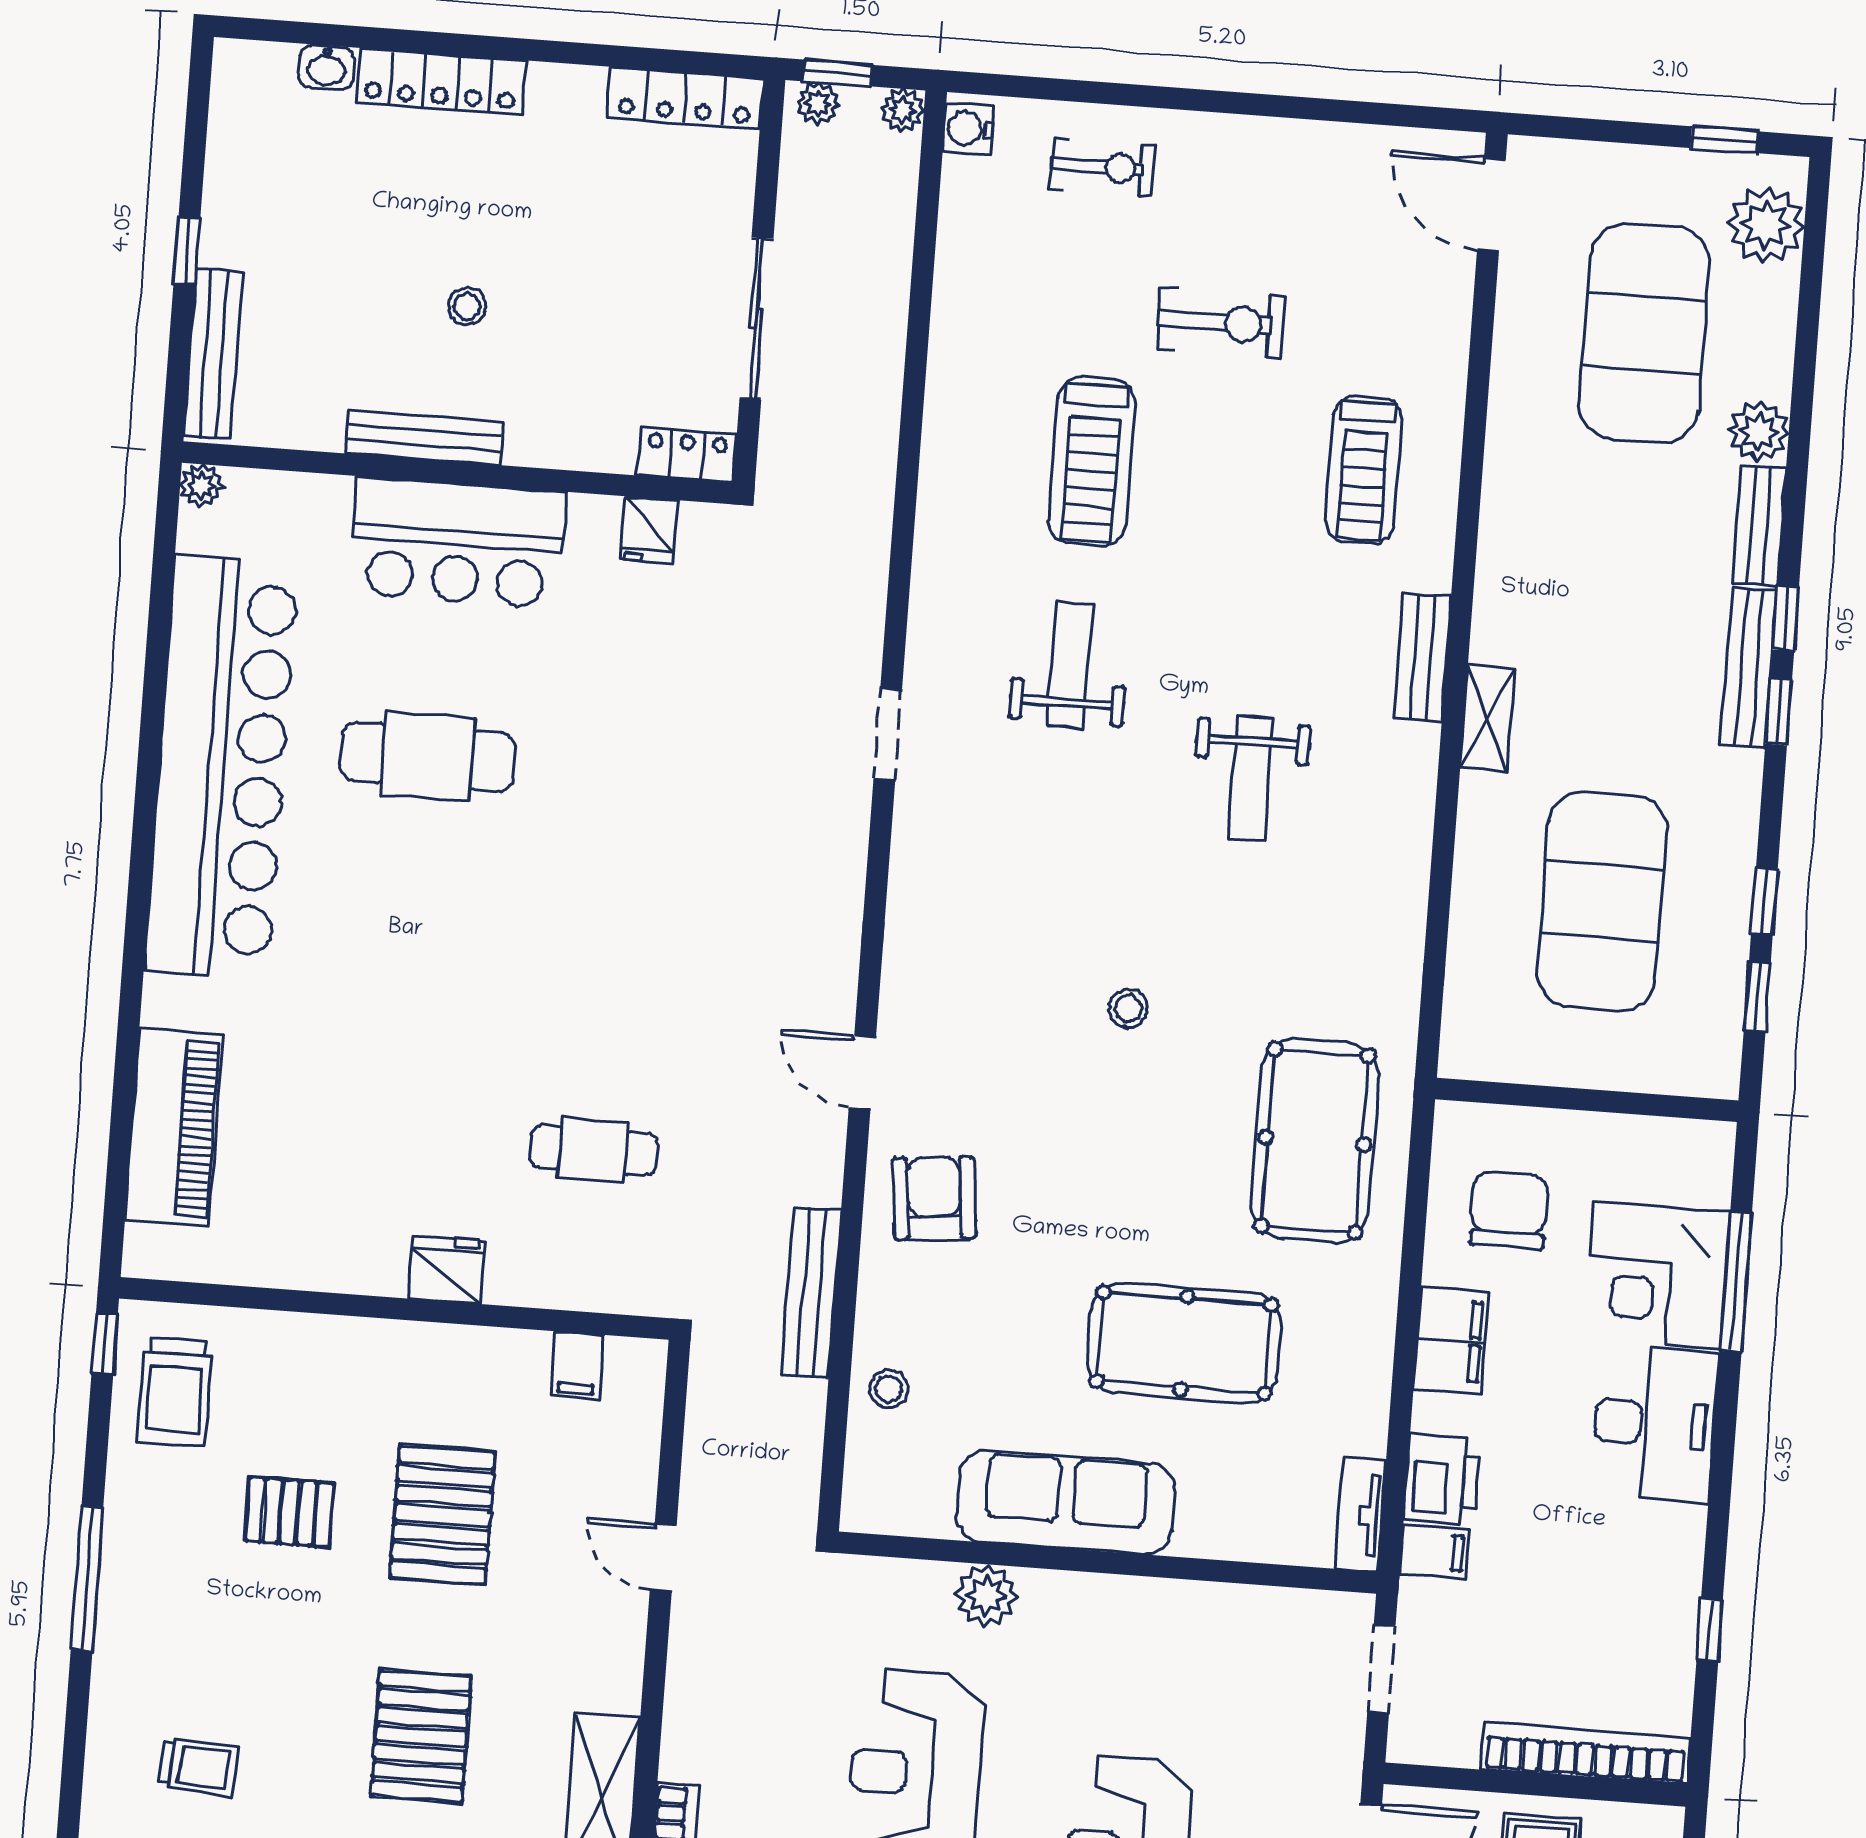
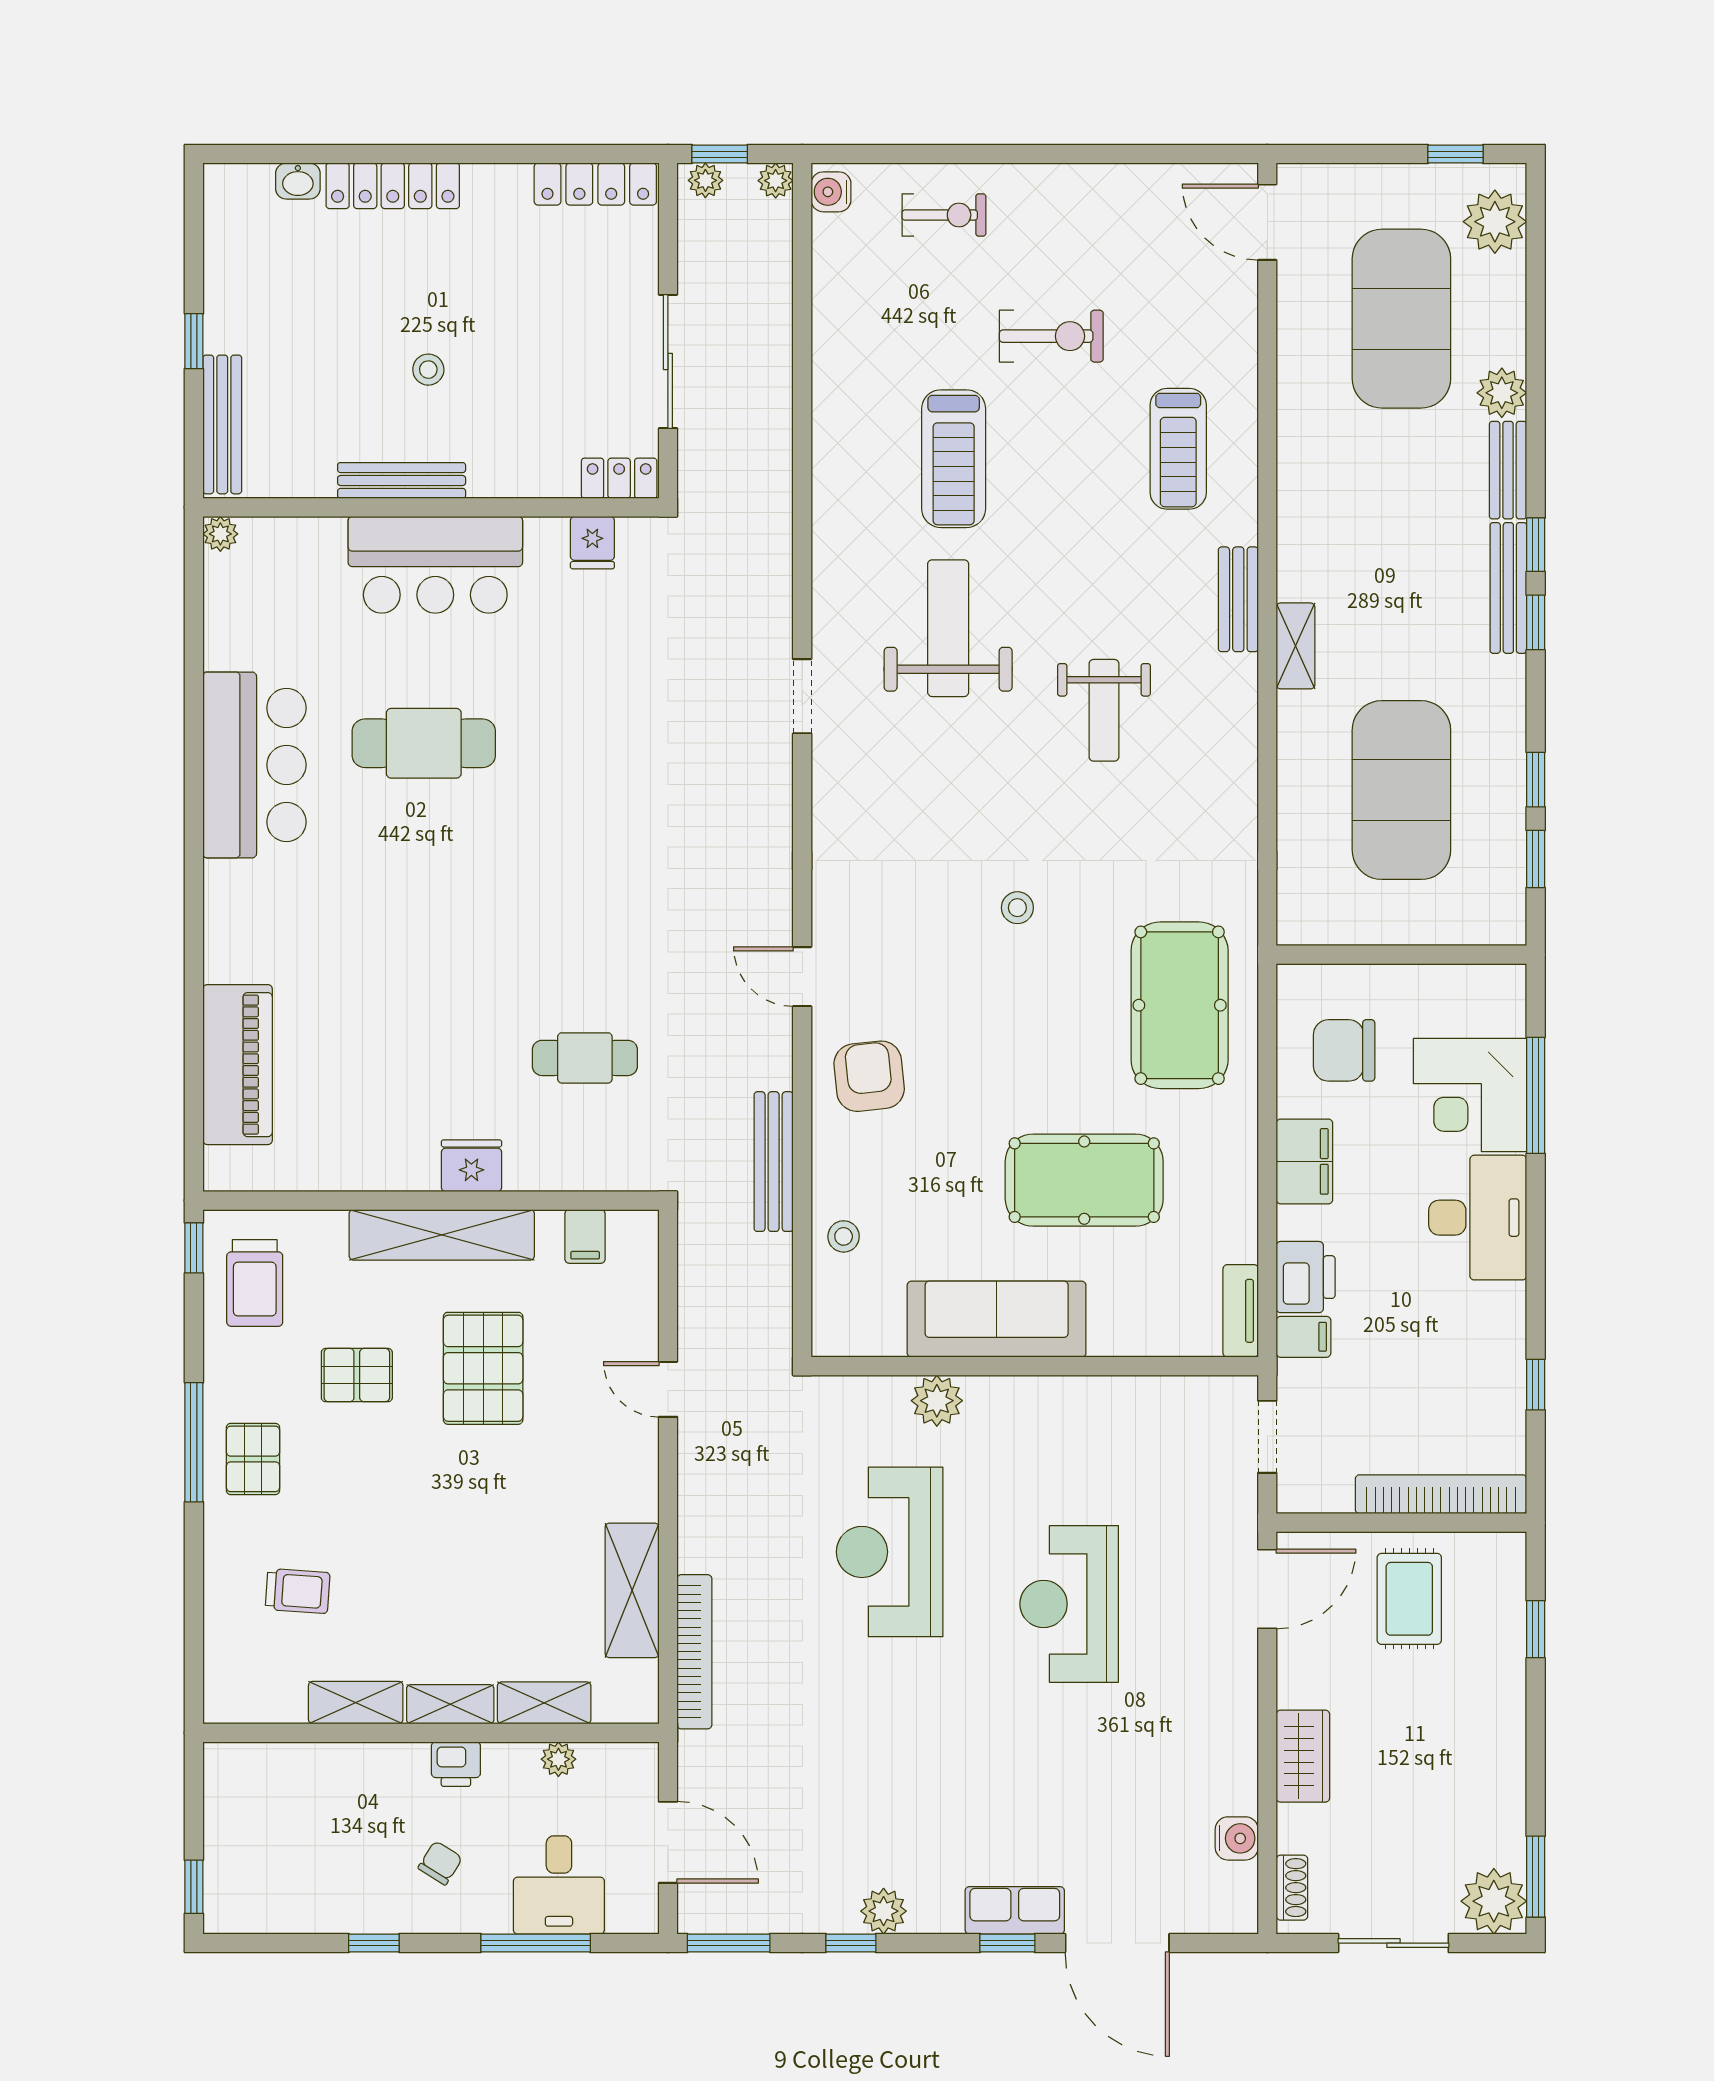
weight bench: (1070, 665) -> (948, 628), width x1.36, depth x1.33
bar counter: (221, 767) -> (254, 765), width x0.54
chair: (1509, 1210) -> (1344, 1050), turned -90
shelving: (405, 1351) -> (442, 1235), added
pallet: (421, 1736) -> (253, 1459), moved, width x0.67, depth x0.71

